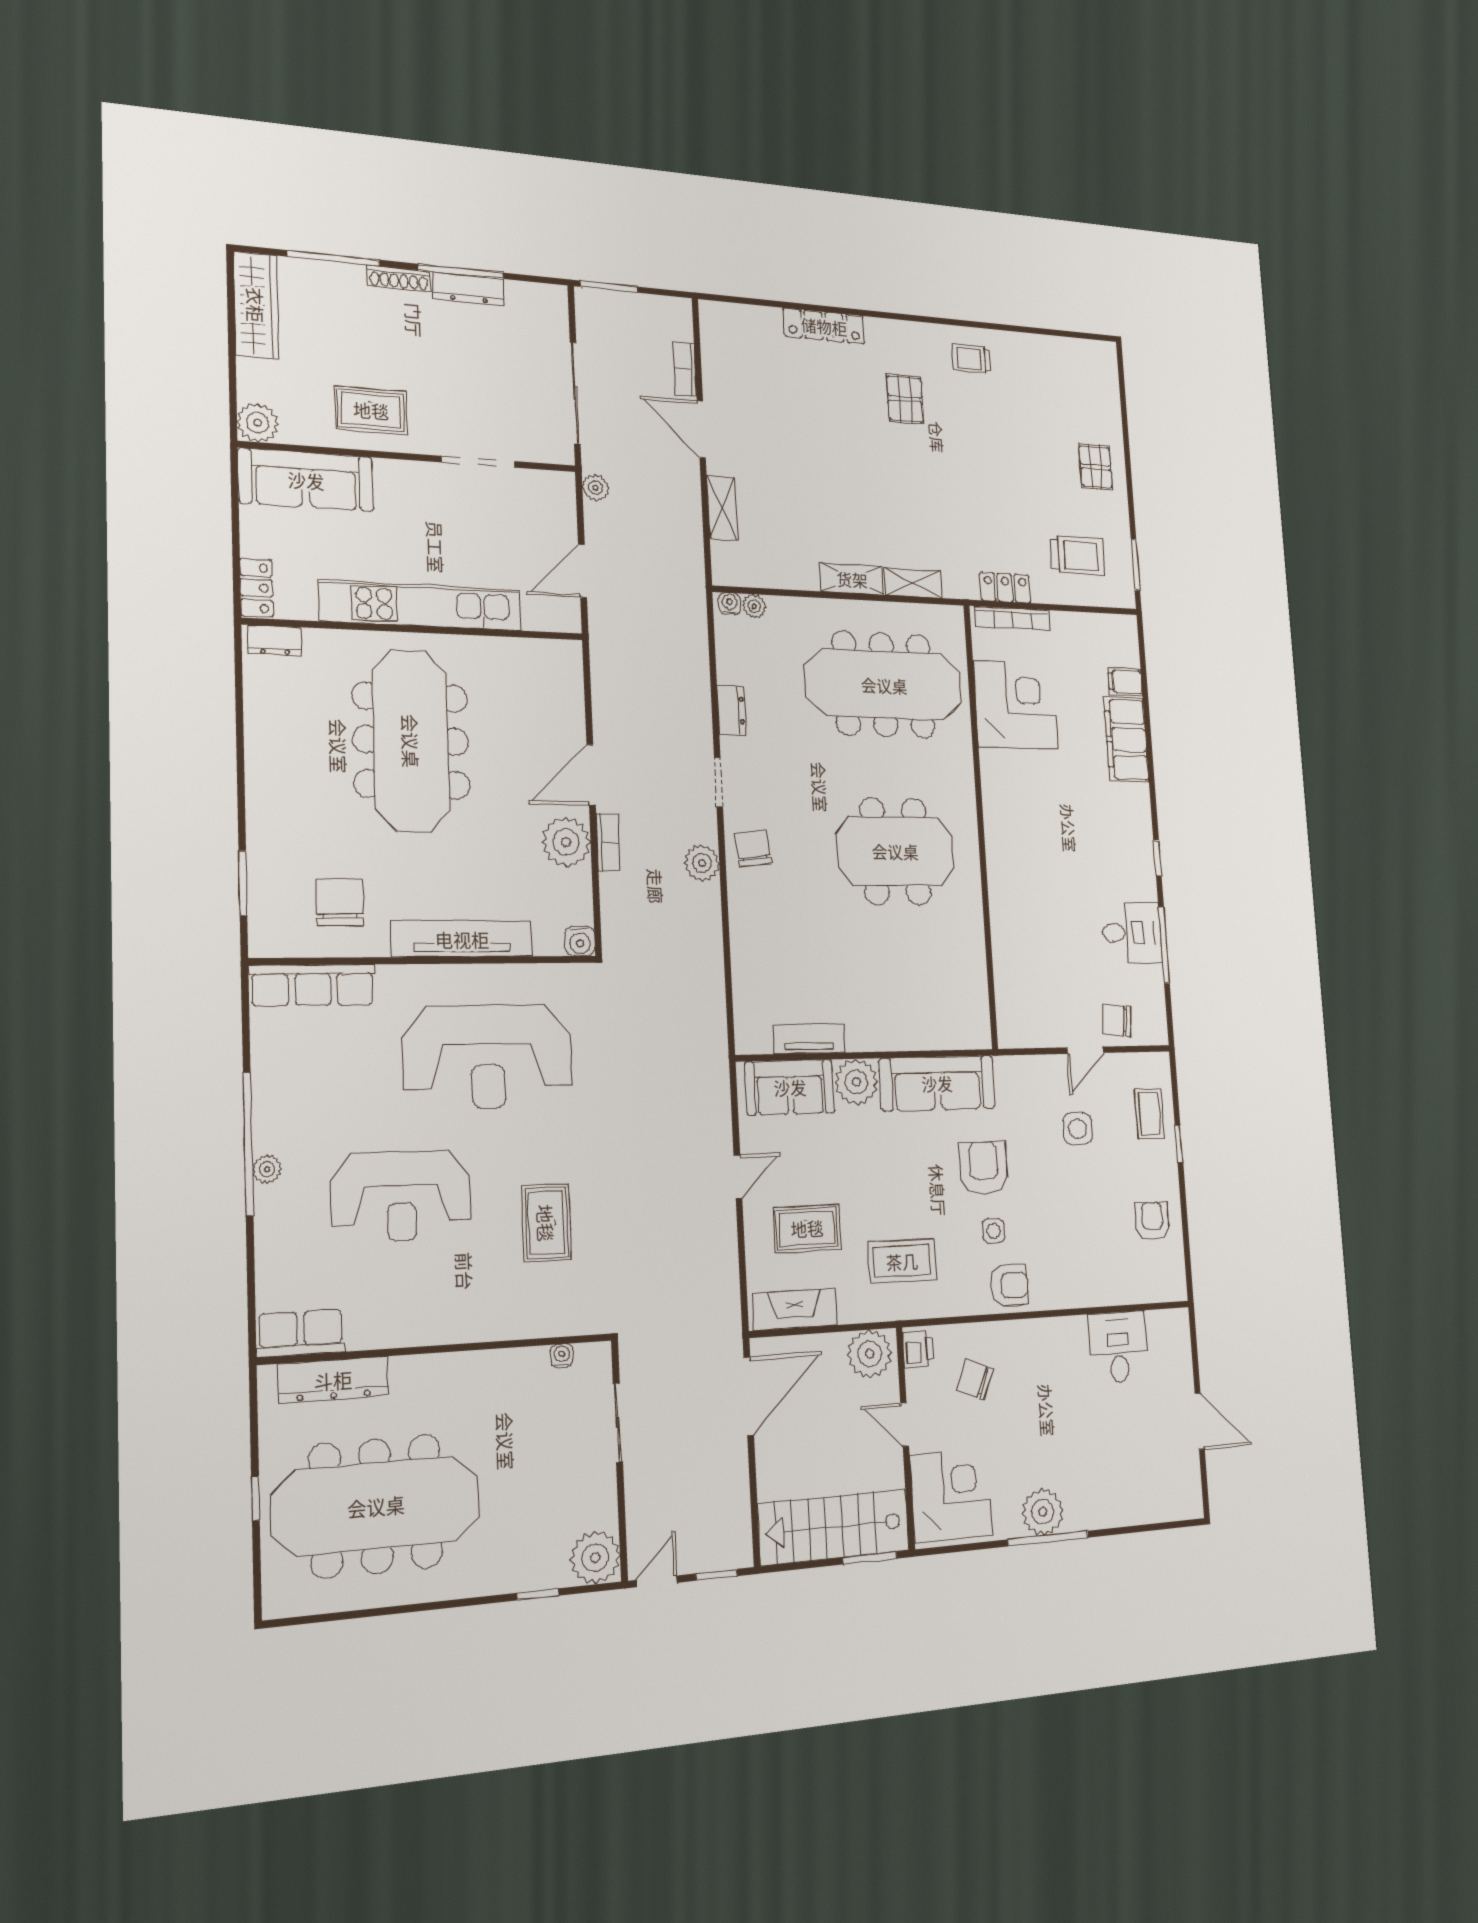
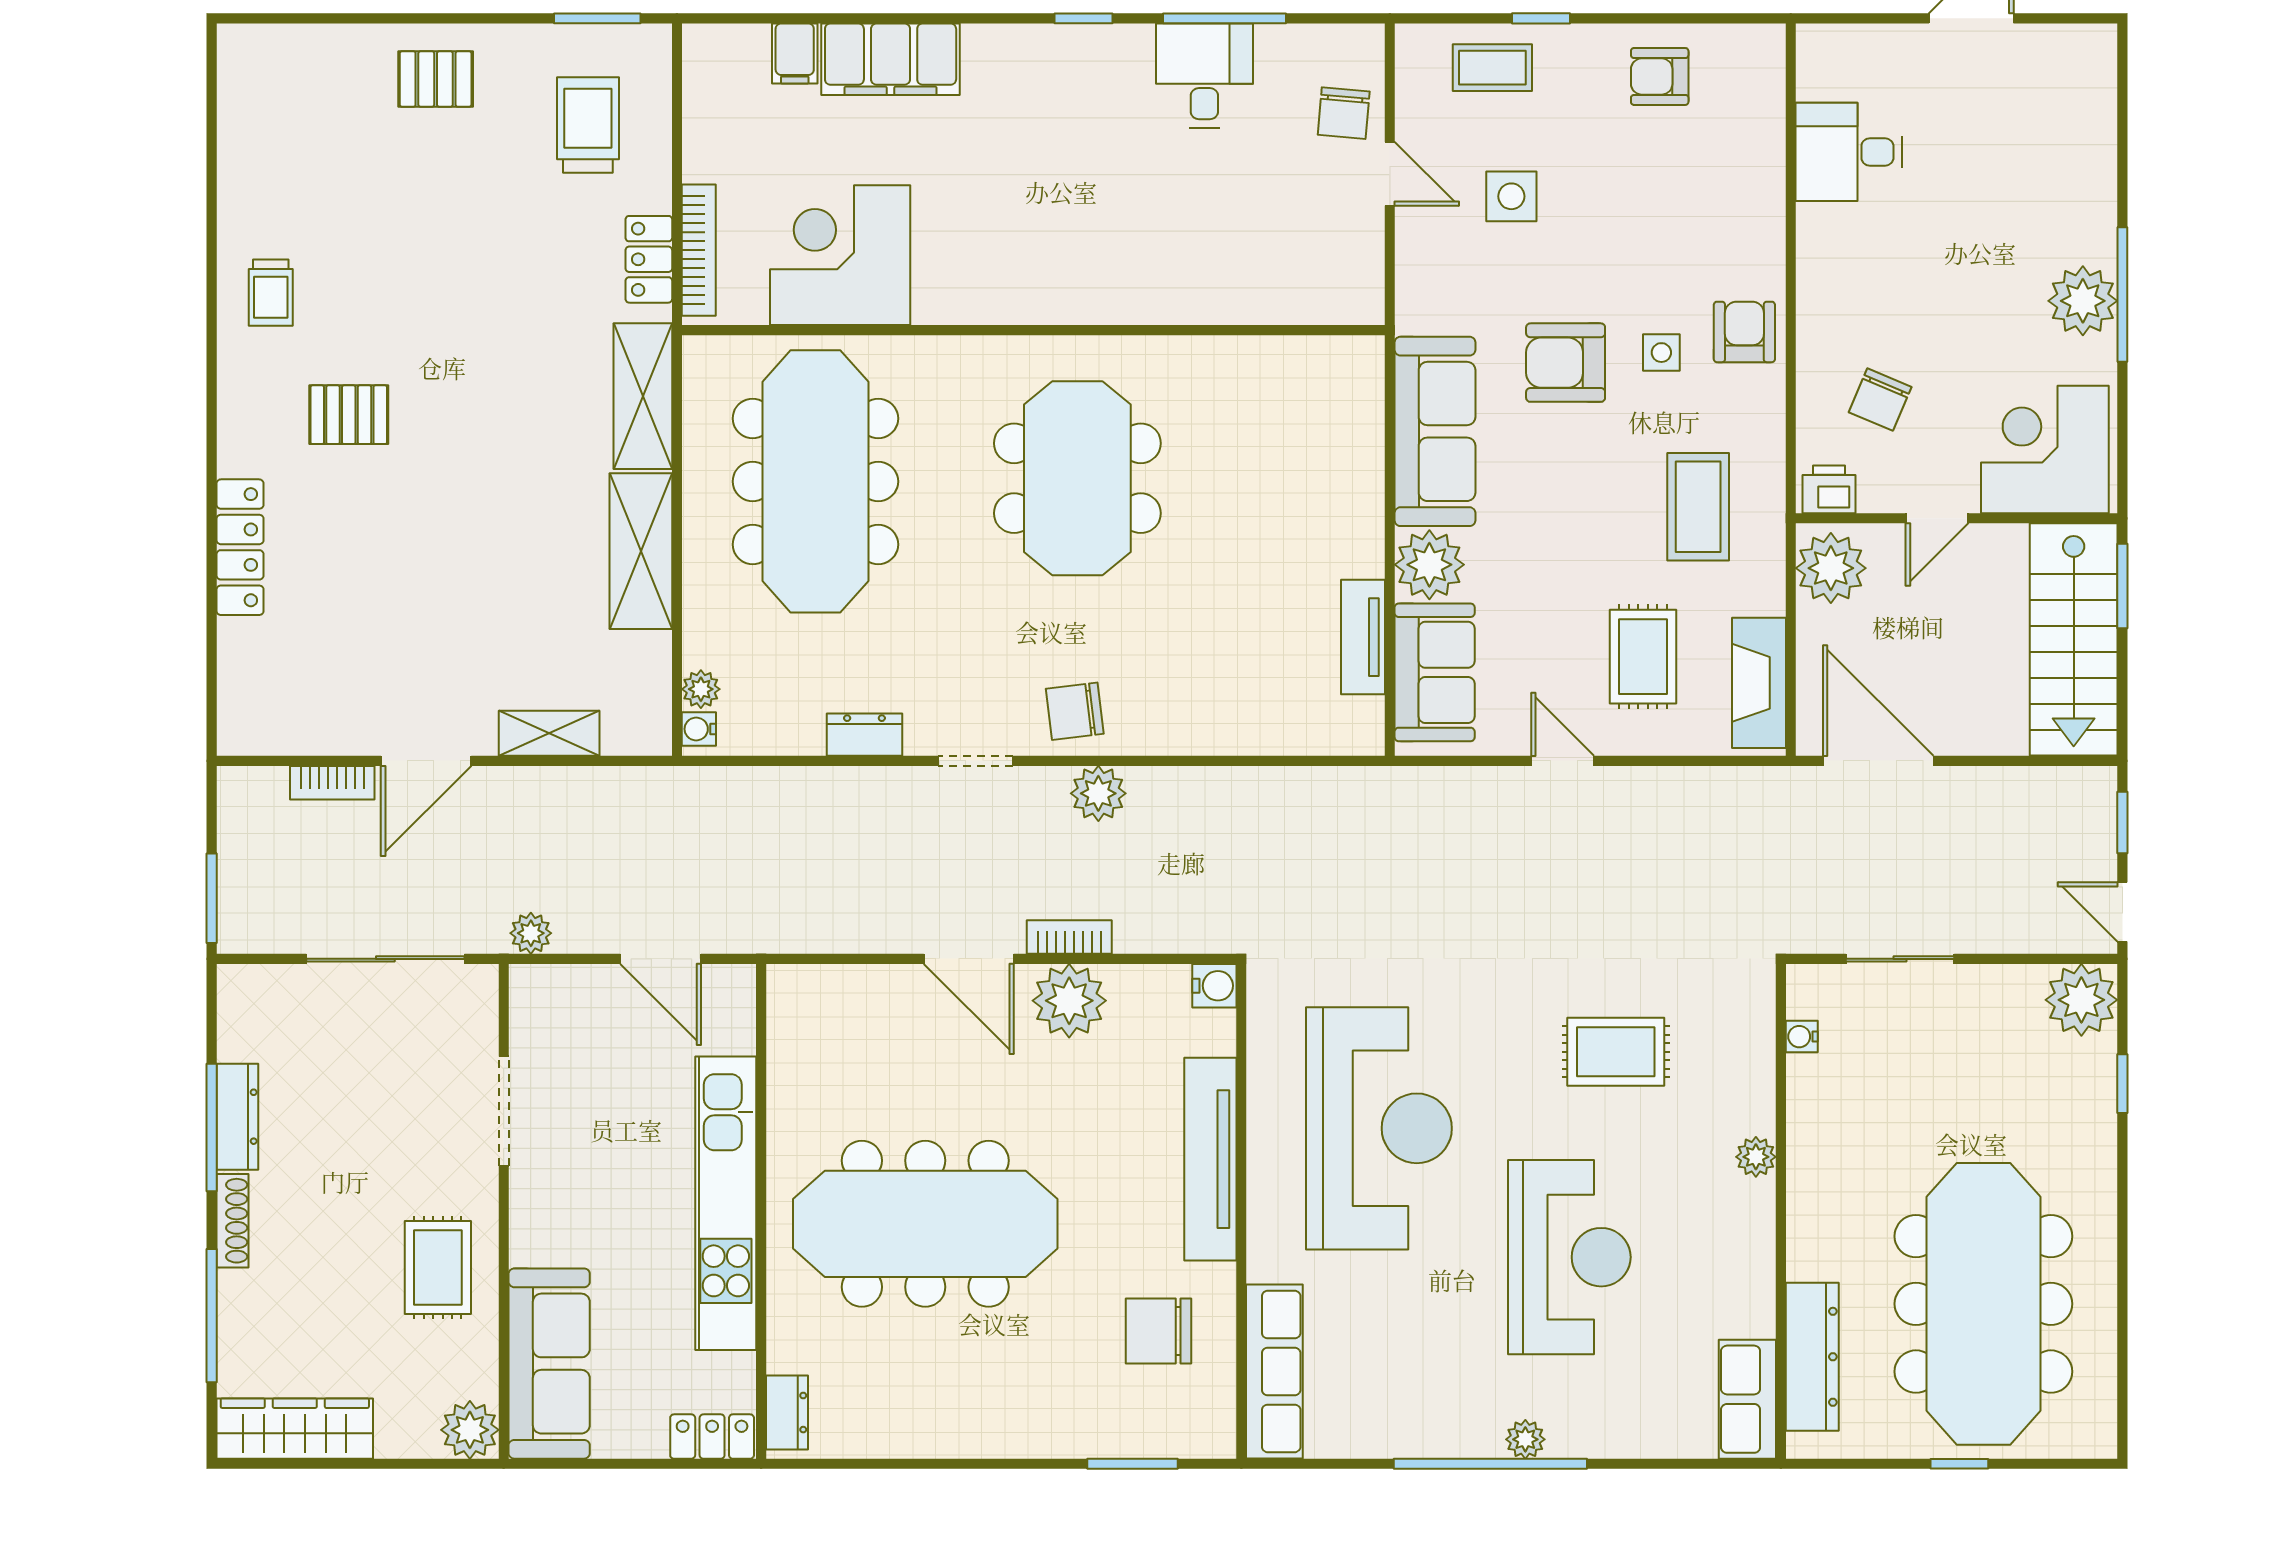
shelving: (852, 579) -> (641, 551), width x1.50, depth x1.33
shelving: (913, 583) -> (643, 396), width x1.50, depth x1.33
plant: (477, 1328) -> (1756, 1157), added

